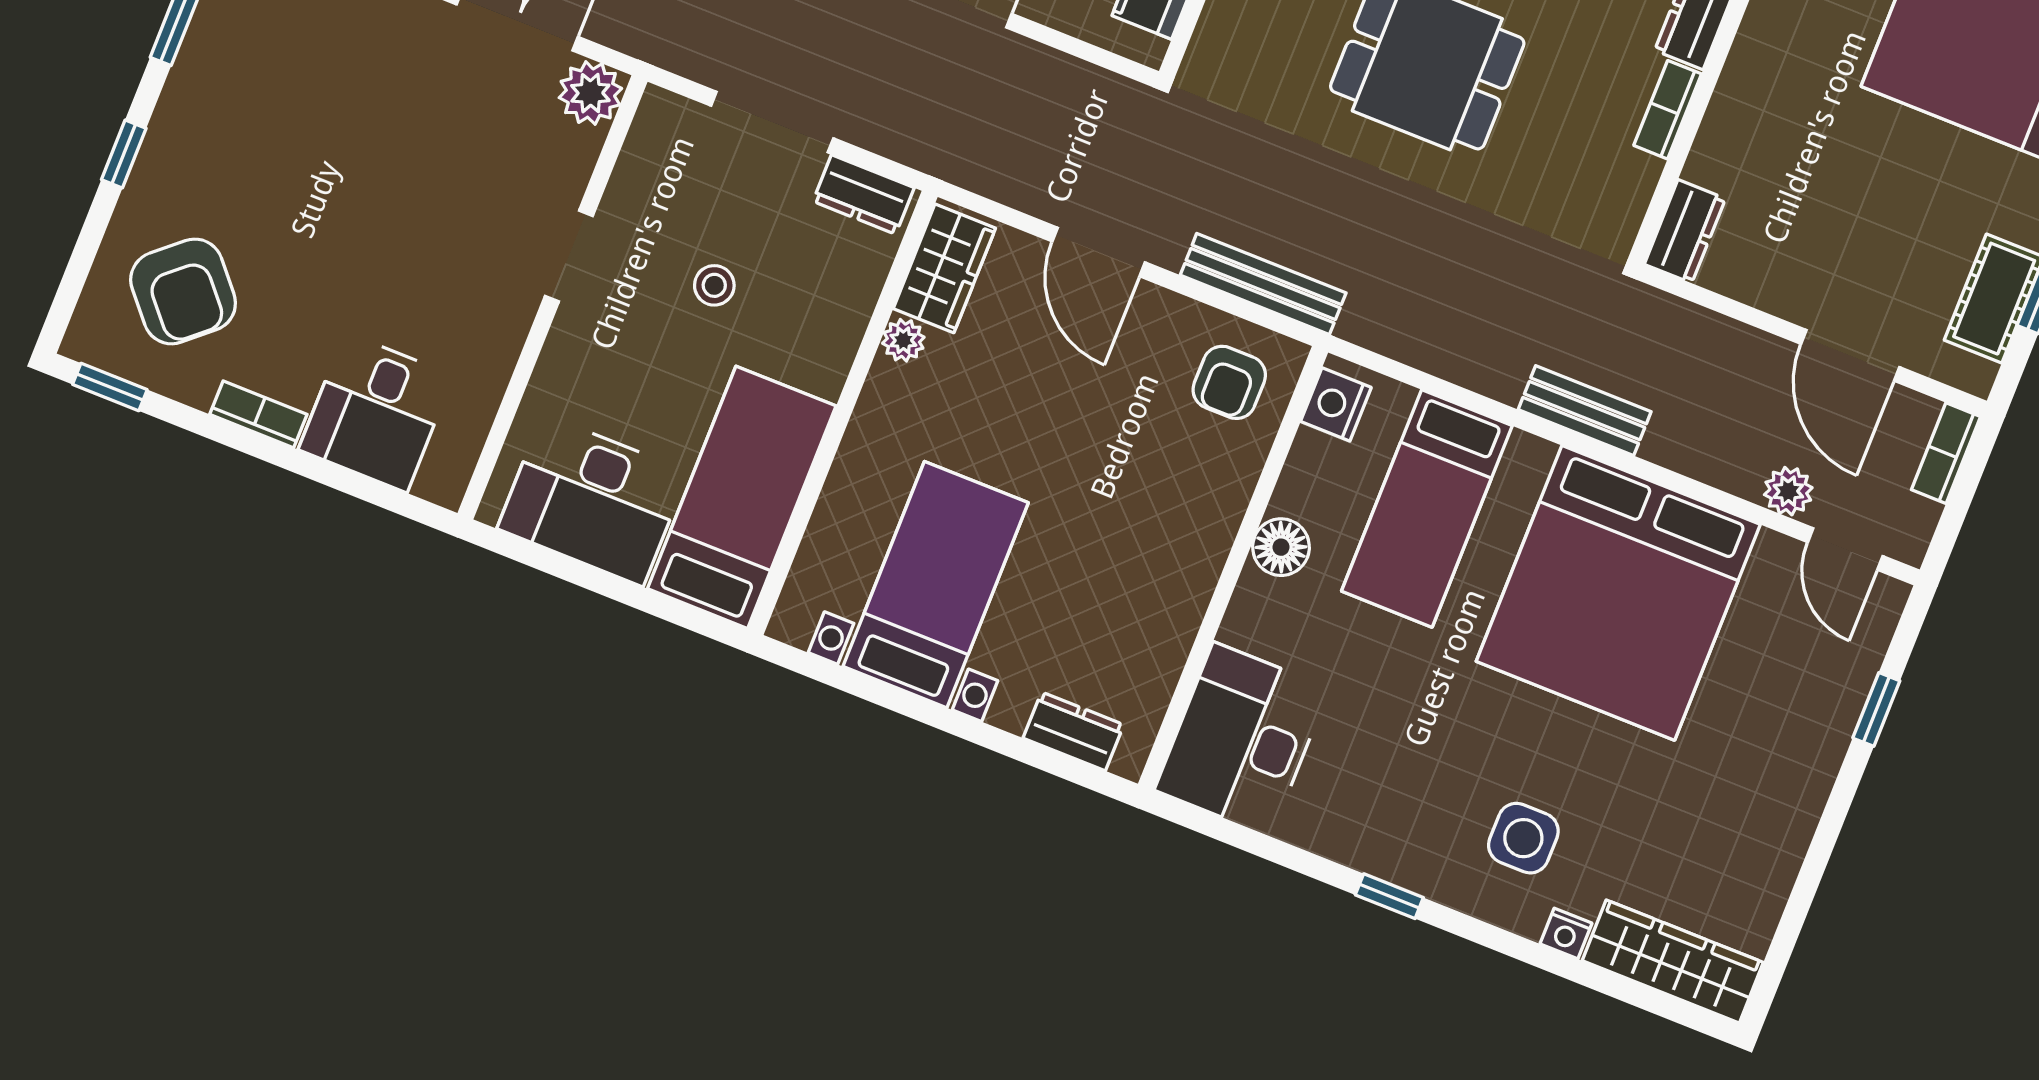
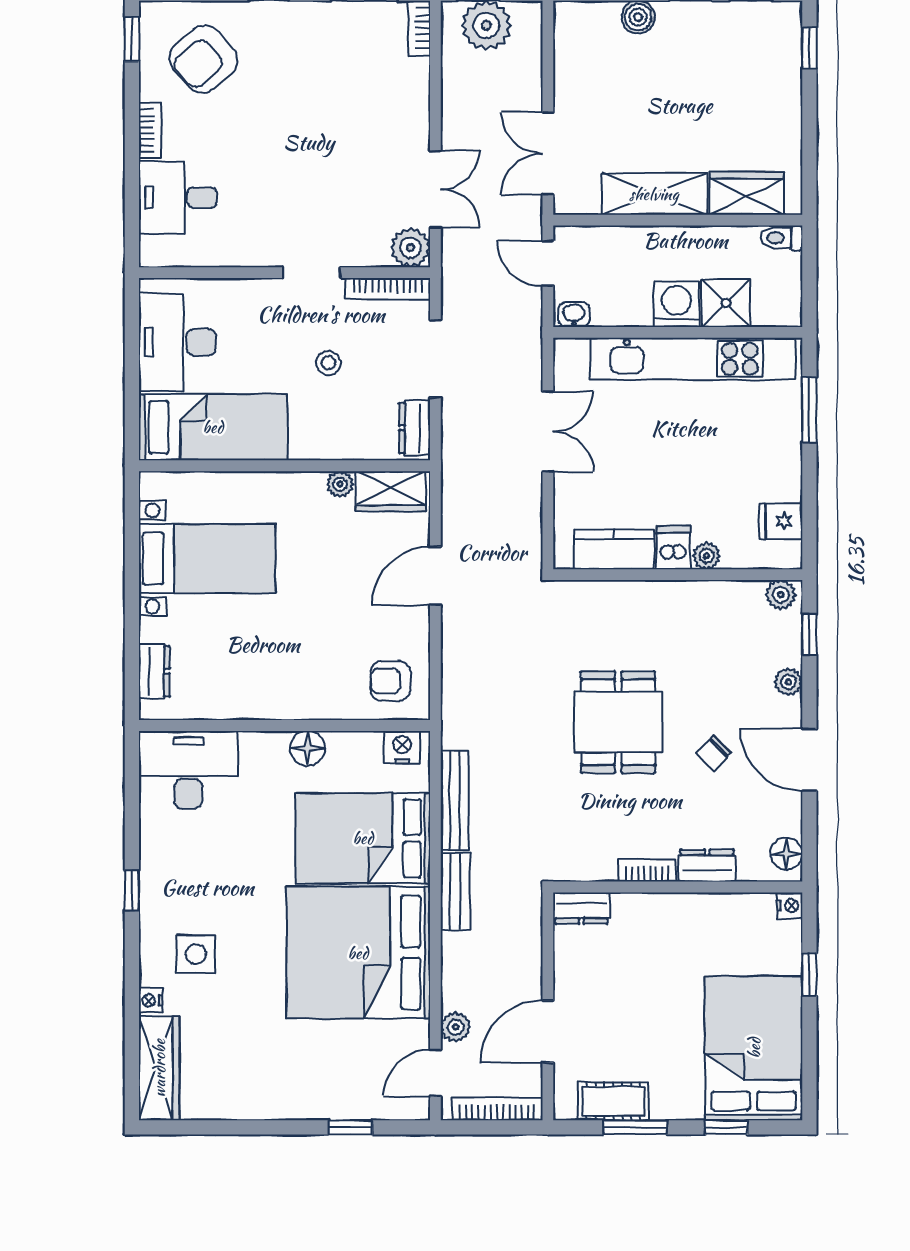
bookcase: (638, 152) -> (388, 289), added
bench: (1263, 284) -> (455, 801), moved
bookcase: (1946, 453) -> (497, 1109), width x1.56
bed: (1427, 508) -> (363, 838), width x1.50

